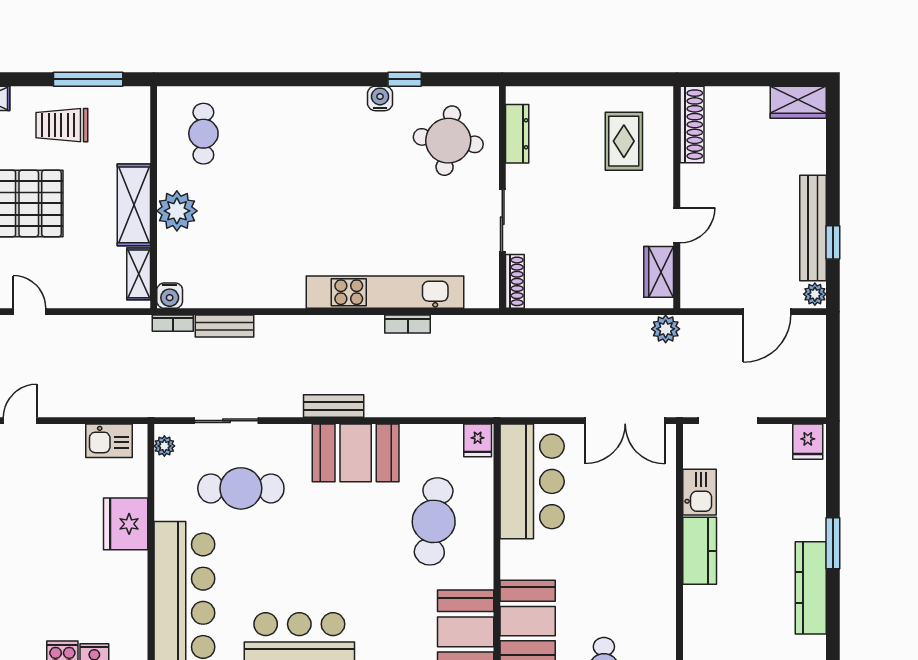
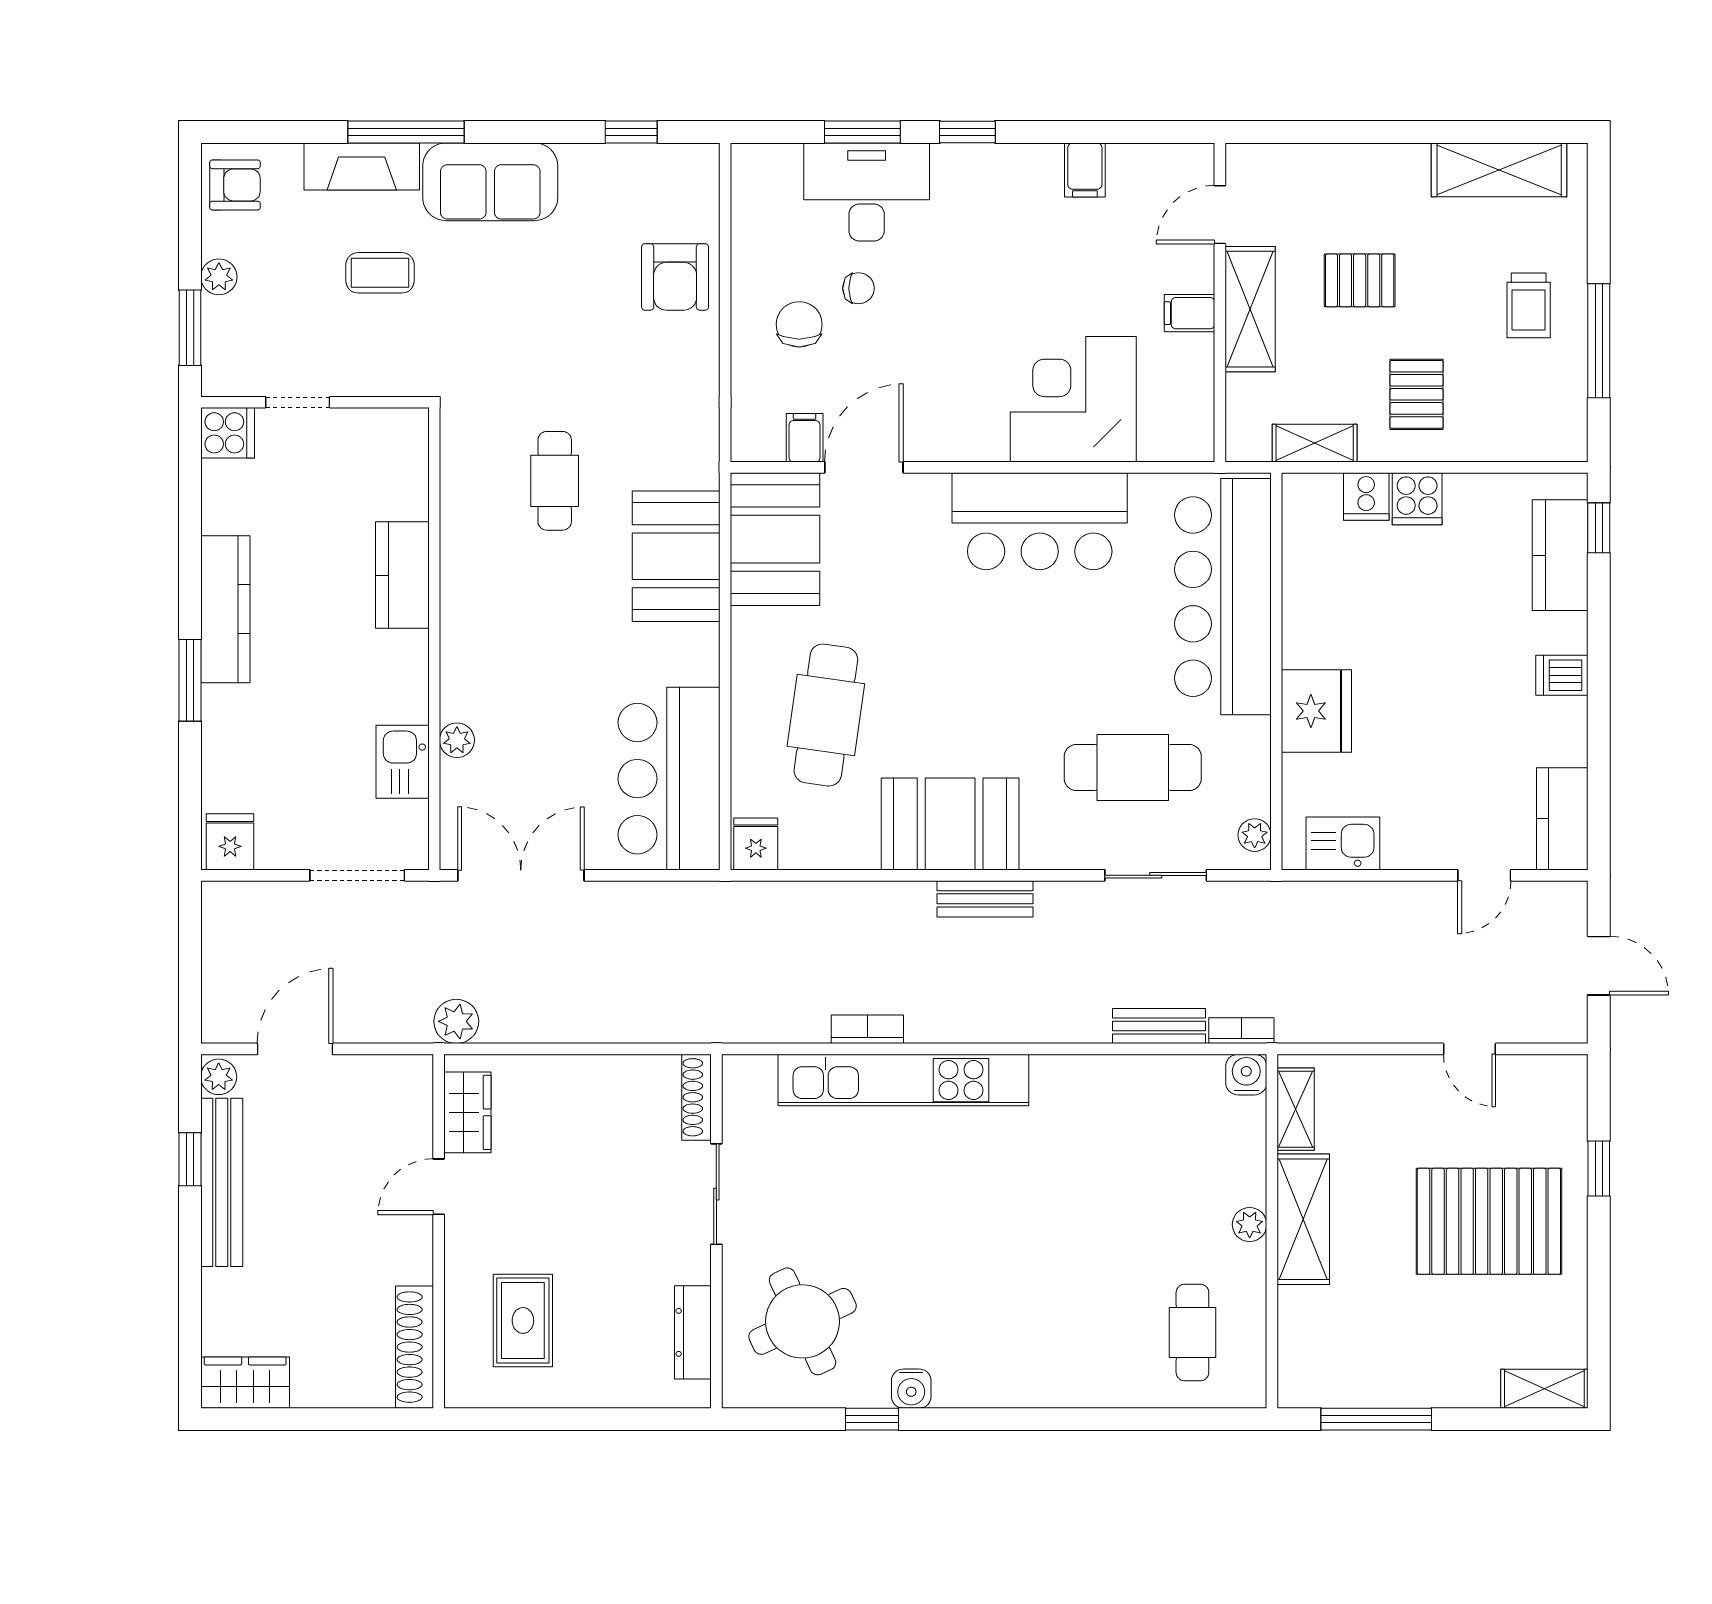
trolley: (62, 125) -> (1418, 1346), removed
round table: (448, 141) -> (803, 1321), turned -33
plant: (177, 211) -> (1250, 1225), width x0.53, depth x0.53
plant: (665, 506) -> (457, 740), added
kitchen counter: (700, 551) -> (402, 575), moved

